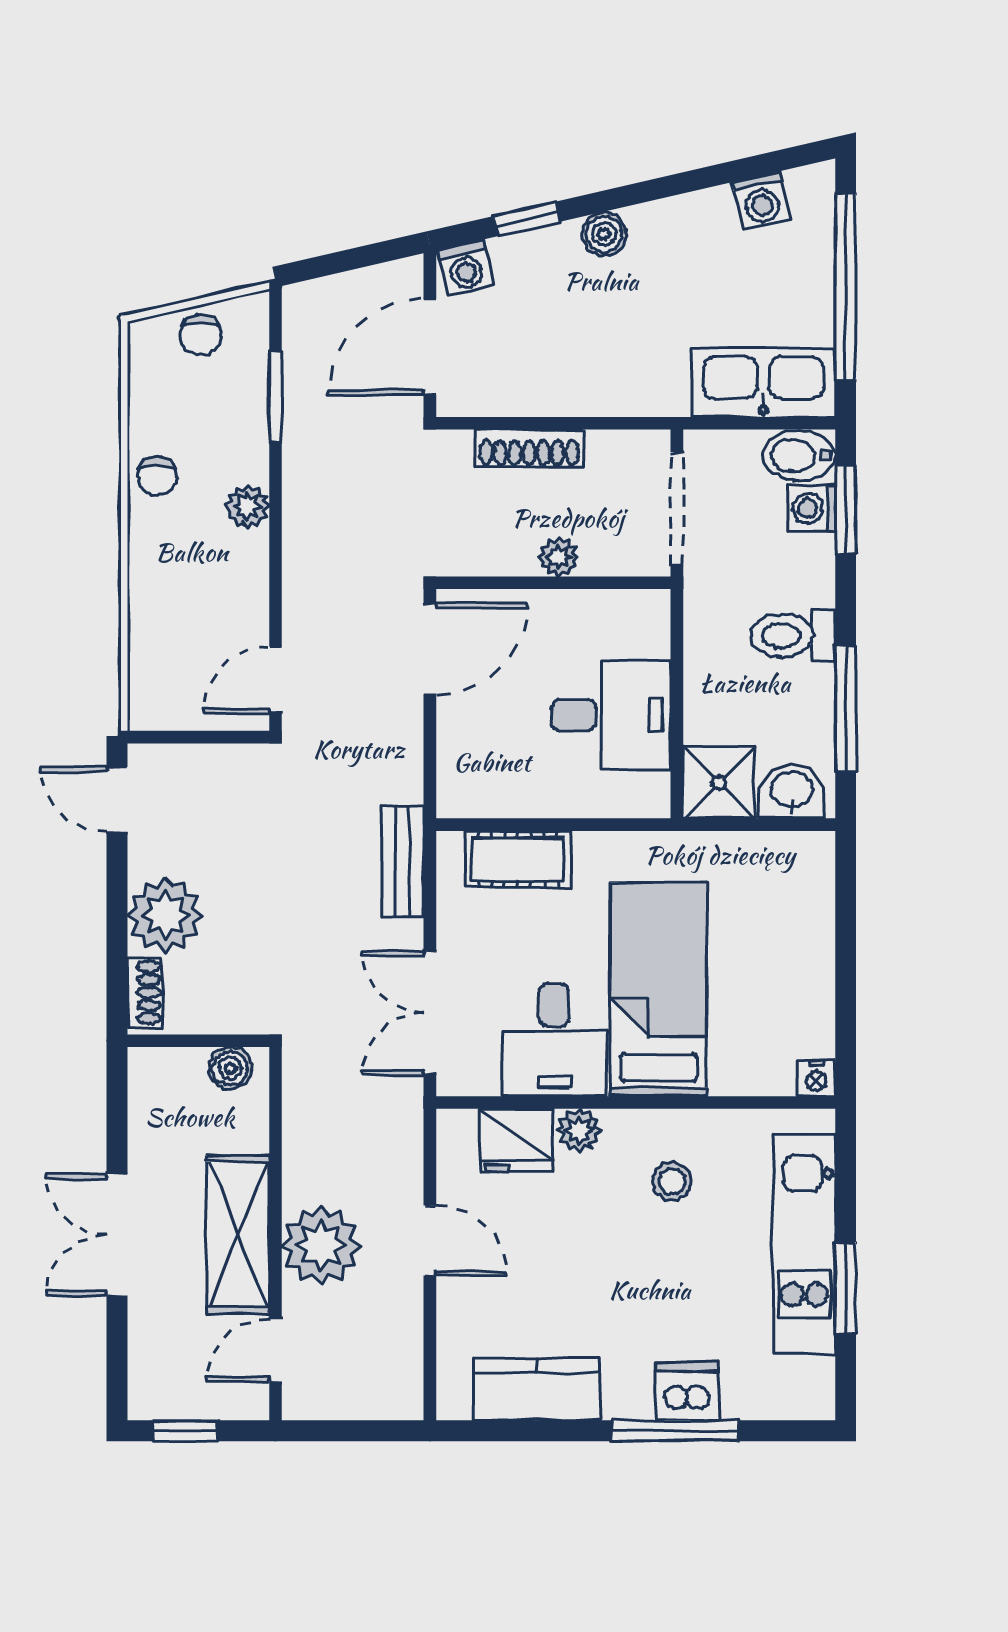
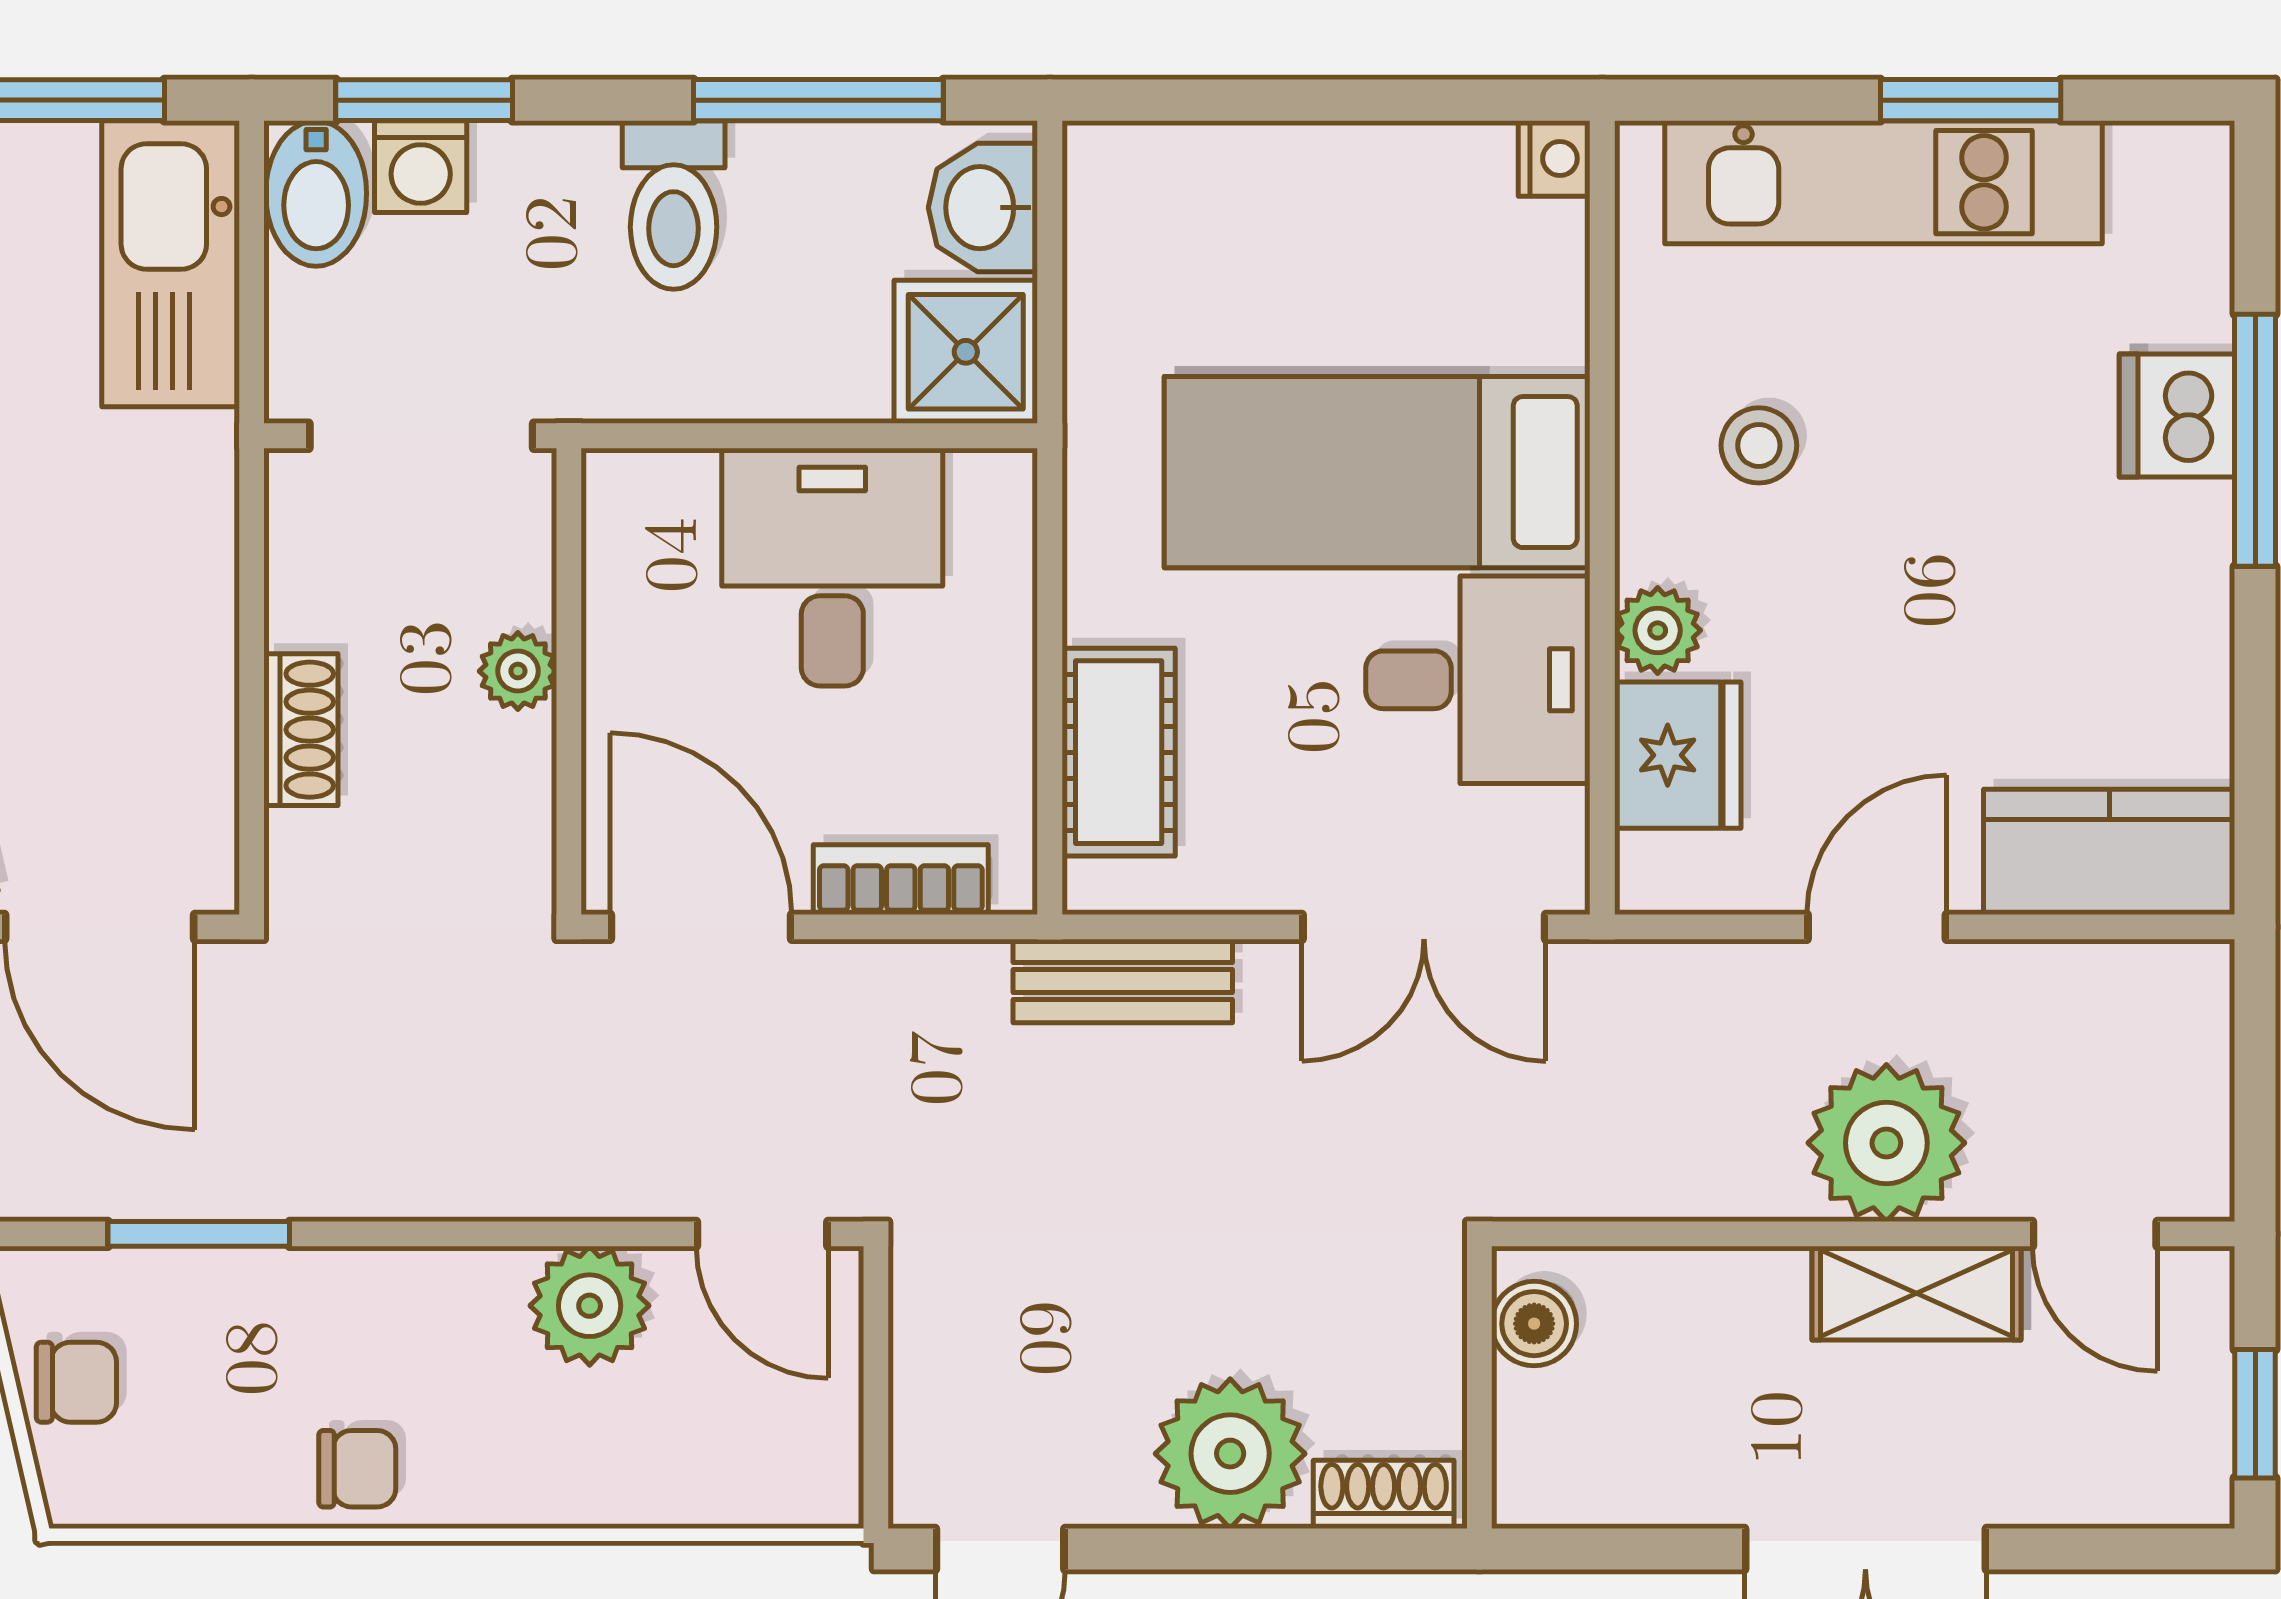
shoe rack: (529, 448) -> (301, 730), width x0.70
plant: (248, 506) -> (590, 1306), moved, width x1.38, depth x1.38
bookcase: (454, 750) -> (901, 880), added
shelving: (238, 1234) -> (1917, 1293), width x0.67, depth x0.75
kitchen counter: (537, 1389) -> (2109, 852), moved, turned 90

